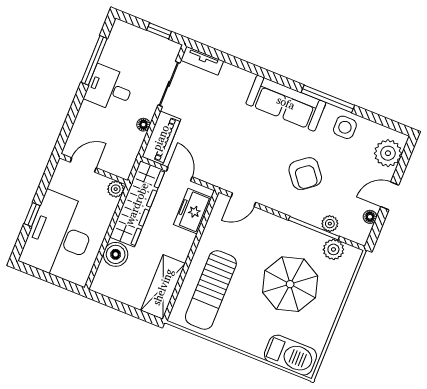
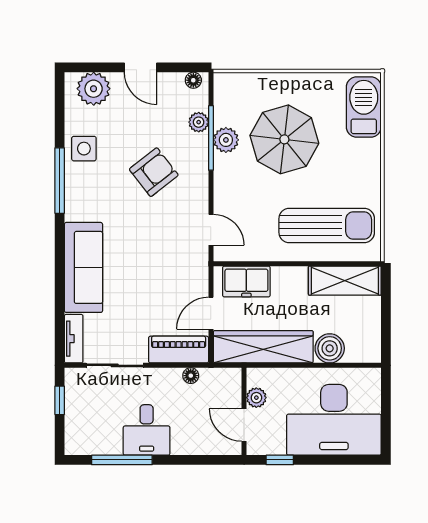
sofa: (286, 103) -> (83, 267), moved
floor lamp: (143, 125) -> (191, 376), moved
plant: (116, 189) -> (256, 398), moved
window: (32, 215) -> (280, 460), moved
floor lamp: (370, 217) -> (193, 80), moved
plant: (333, 249) -> (226, 140), moved

